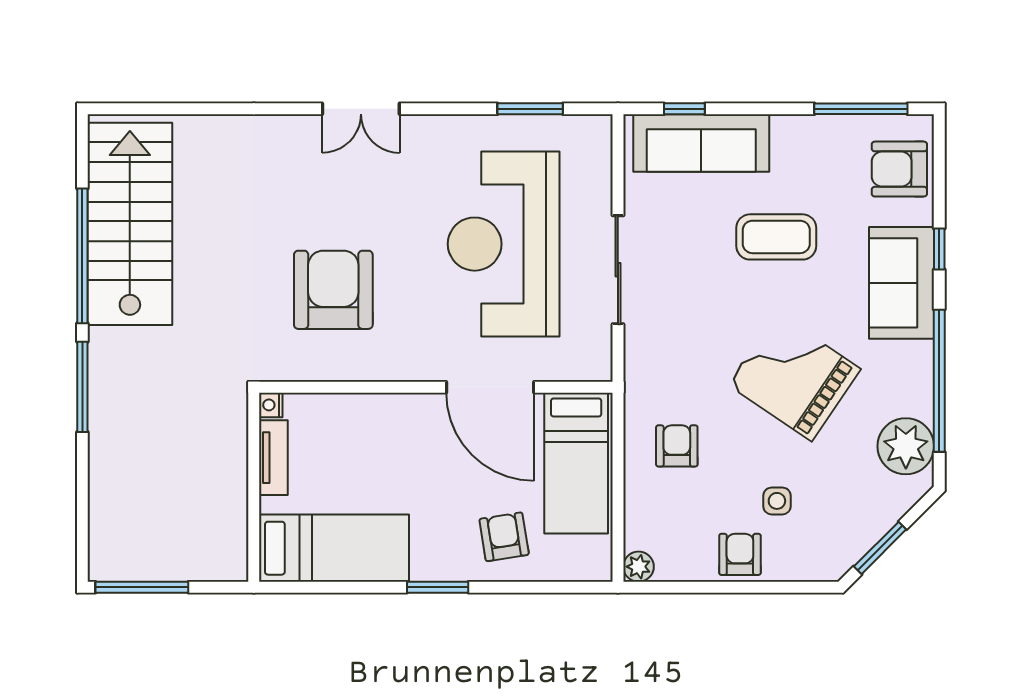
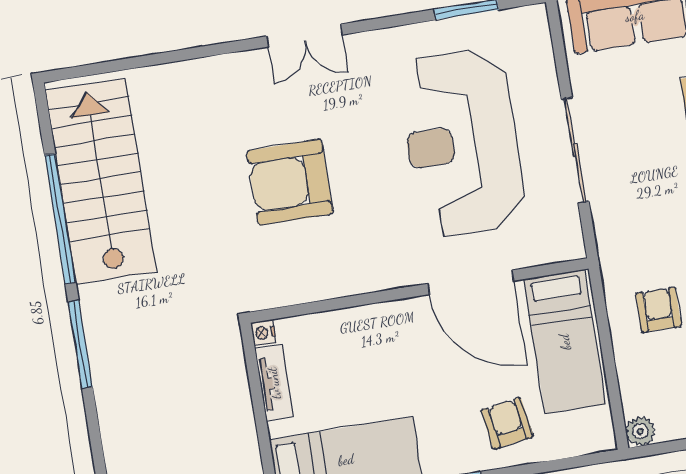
armchair: (333, 290) -> (290, 182), moved, turned -90

